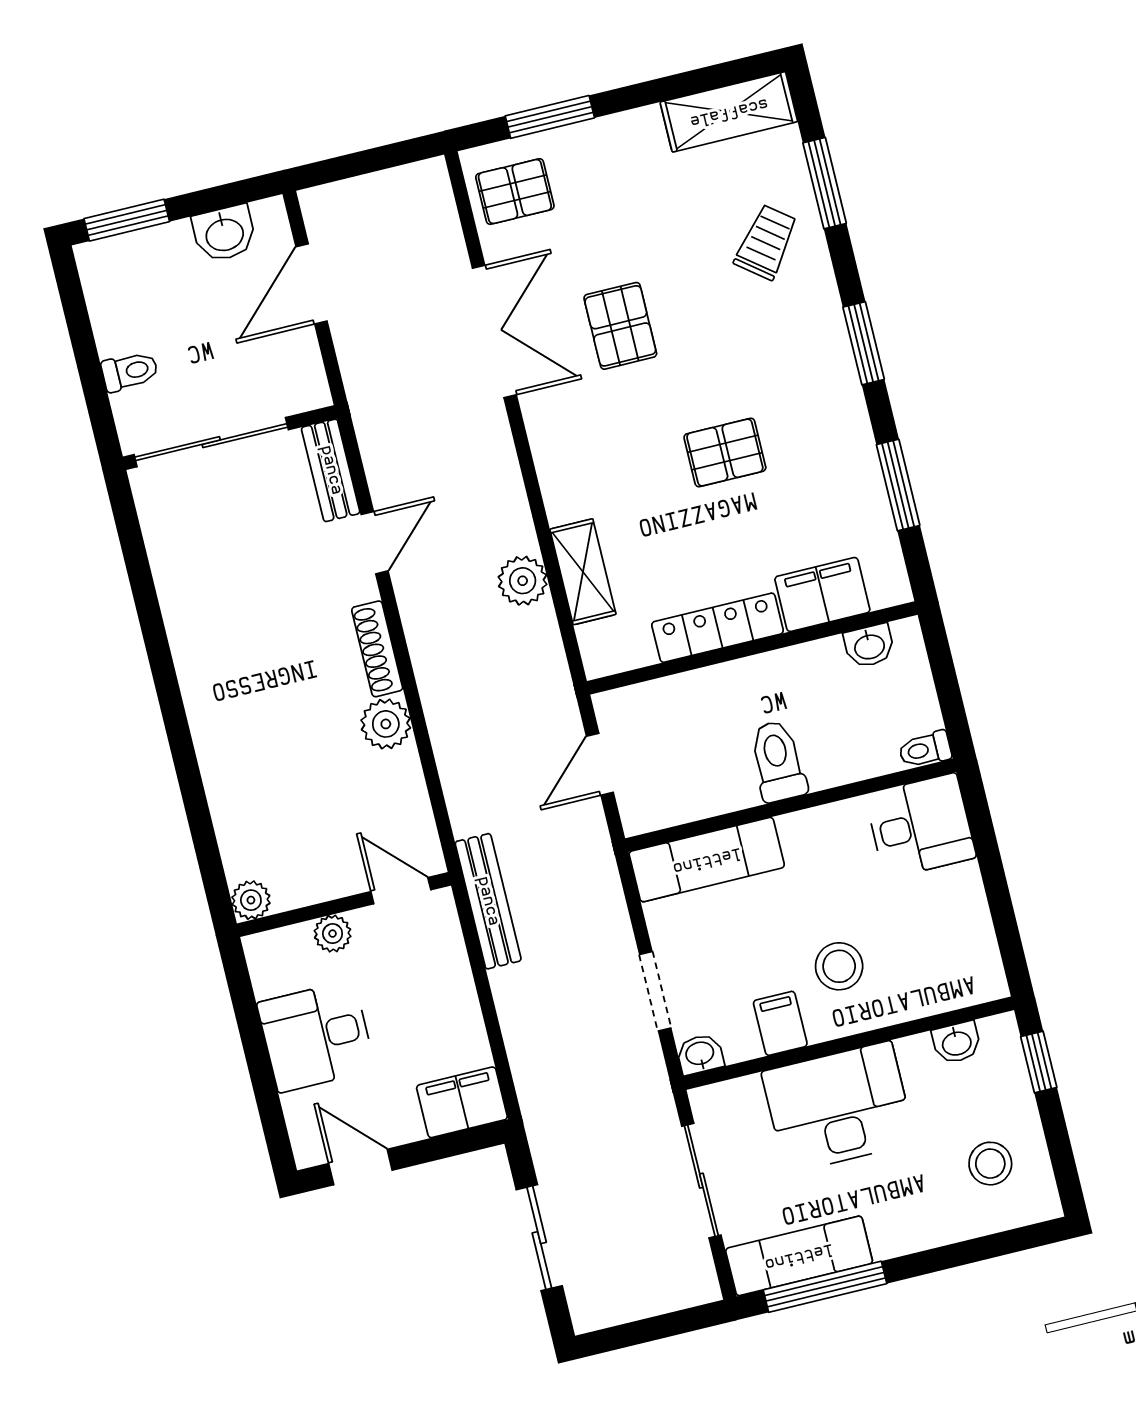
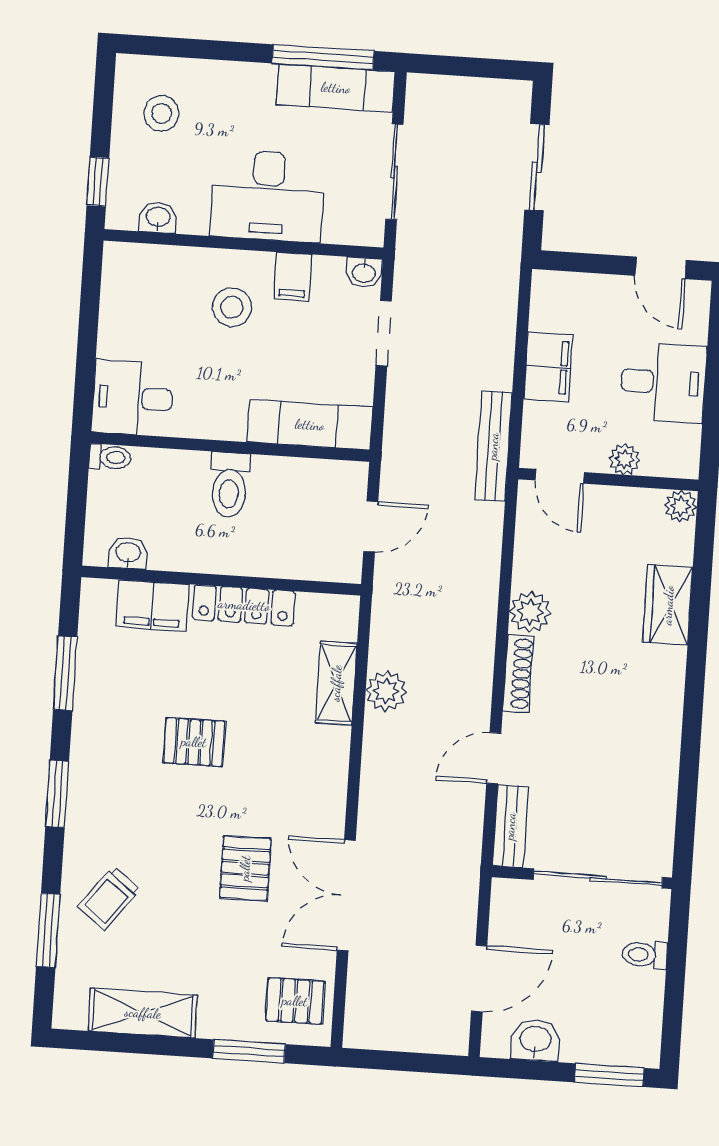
shelving: (729, 112) -> (143, 1013), moved
wardrobe: (230, 782) -> (668, 605), added
filing cabinet: (462, 1102) -> (548, 367), moved, turned -90

